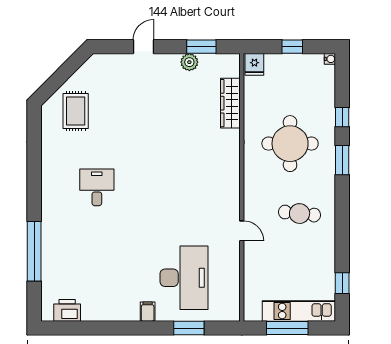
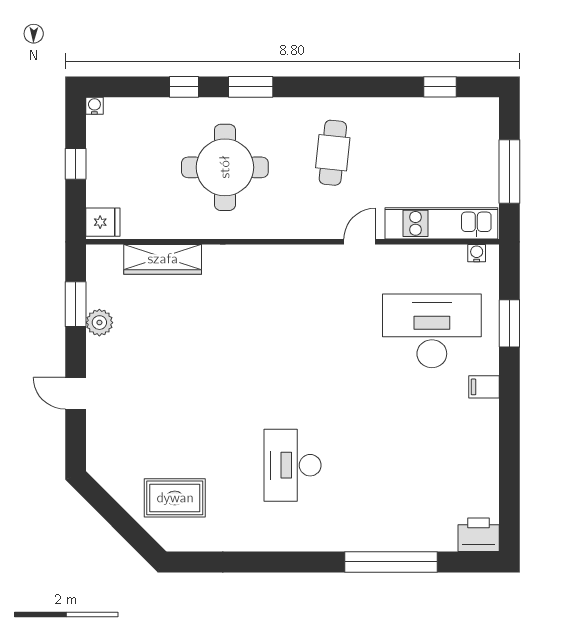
desk: (97, 187) -> (293, 465), width x1.37
water cooler: (234, 307) -> (477, 253), added
printer: (67, 310) -> (479, 535), moved, turned 90
kitchen unit: (299, 311) -> (441, 223), moved, turned 90

